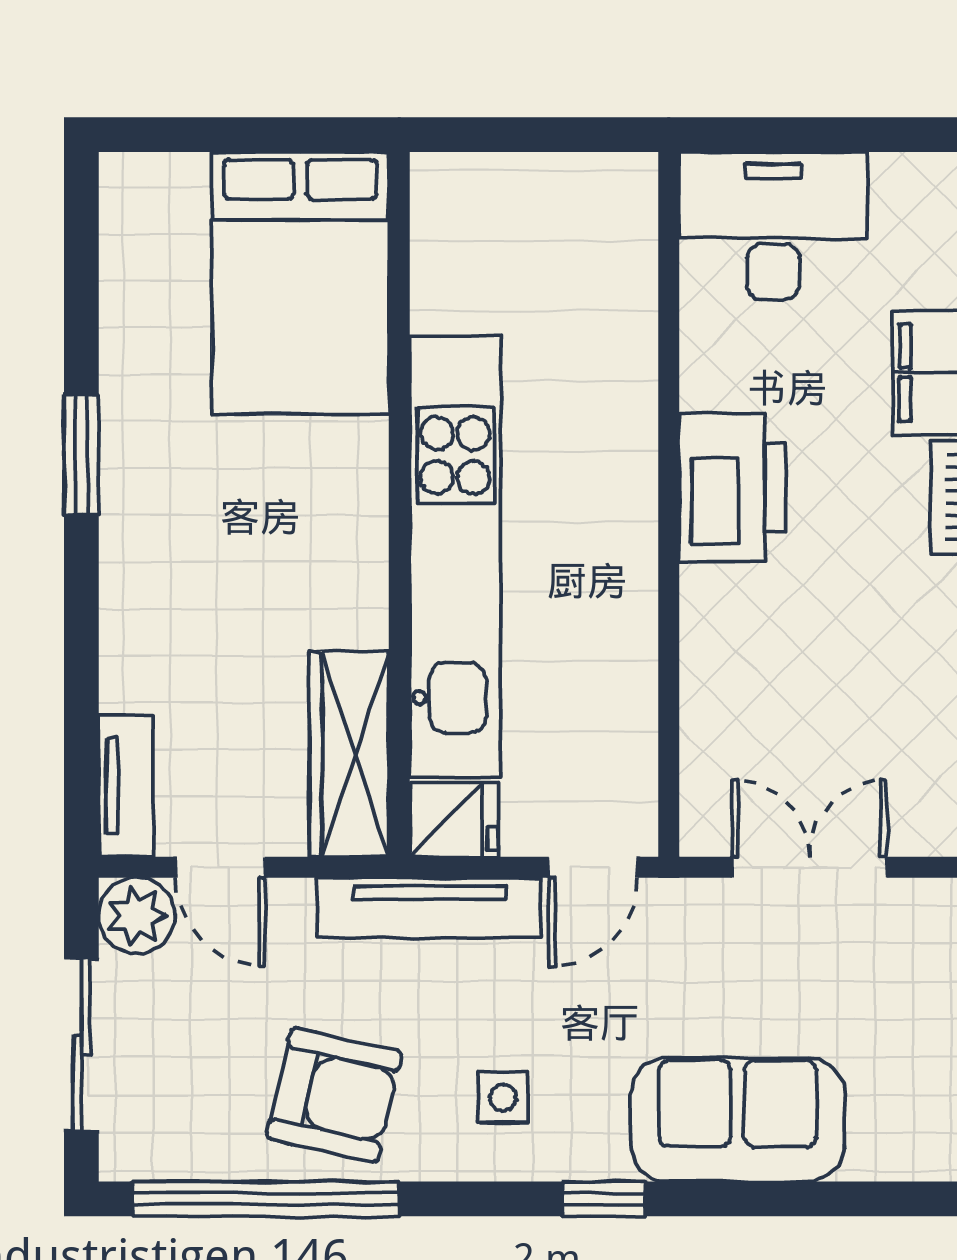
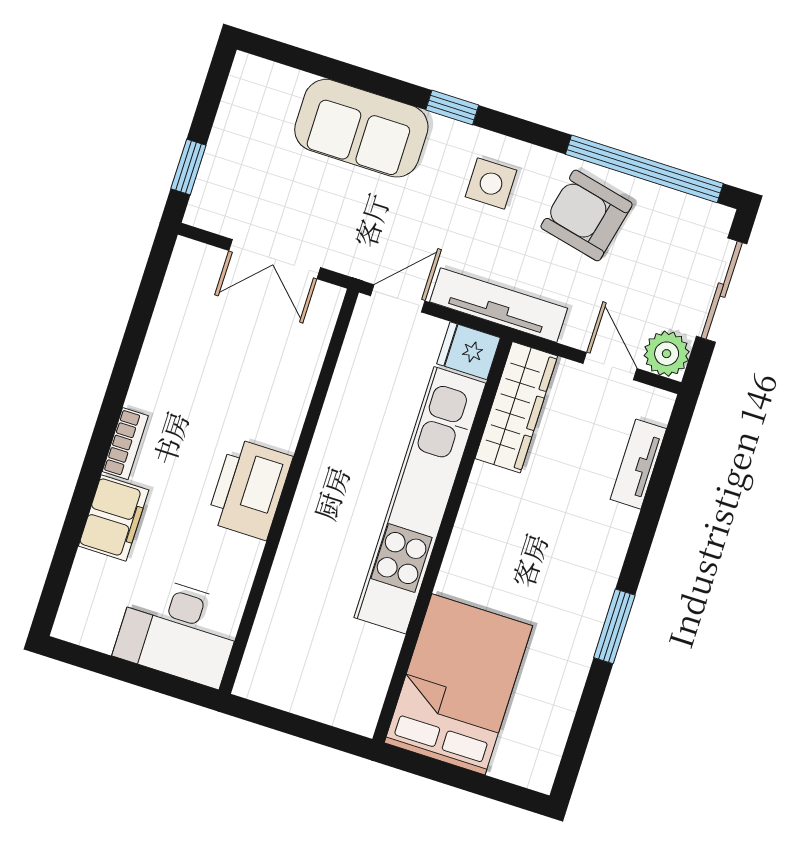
tv unit: (126, 786) -> (638, 464), moved
side table: (503, 1097) -> (491, 184), width x1.37, depth x1.37

